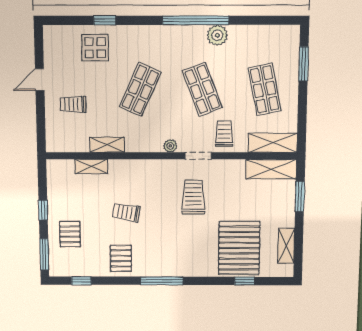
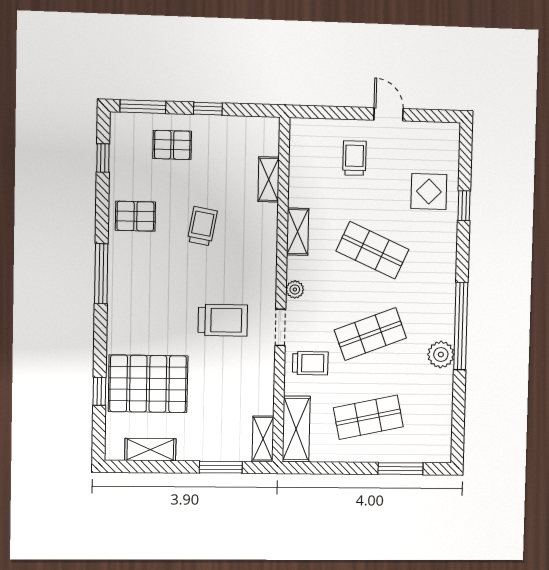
shelving: (107, 145) -> (298, 232), moved
shelving: (271, 169) -> (263, 439), width x0.67, depth x0.75

